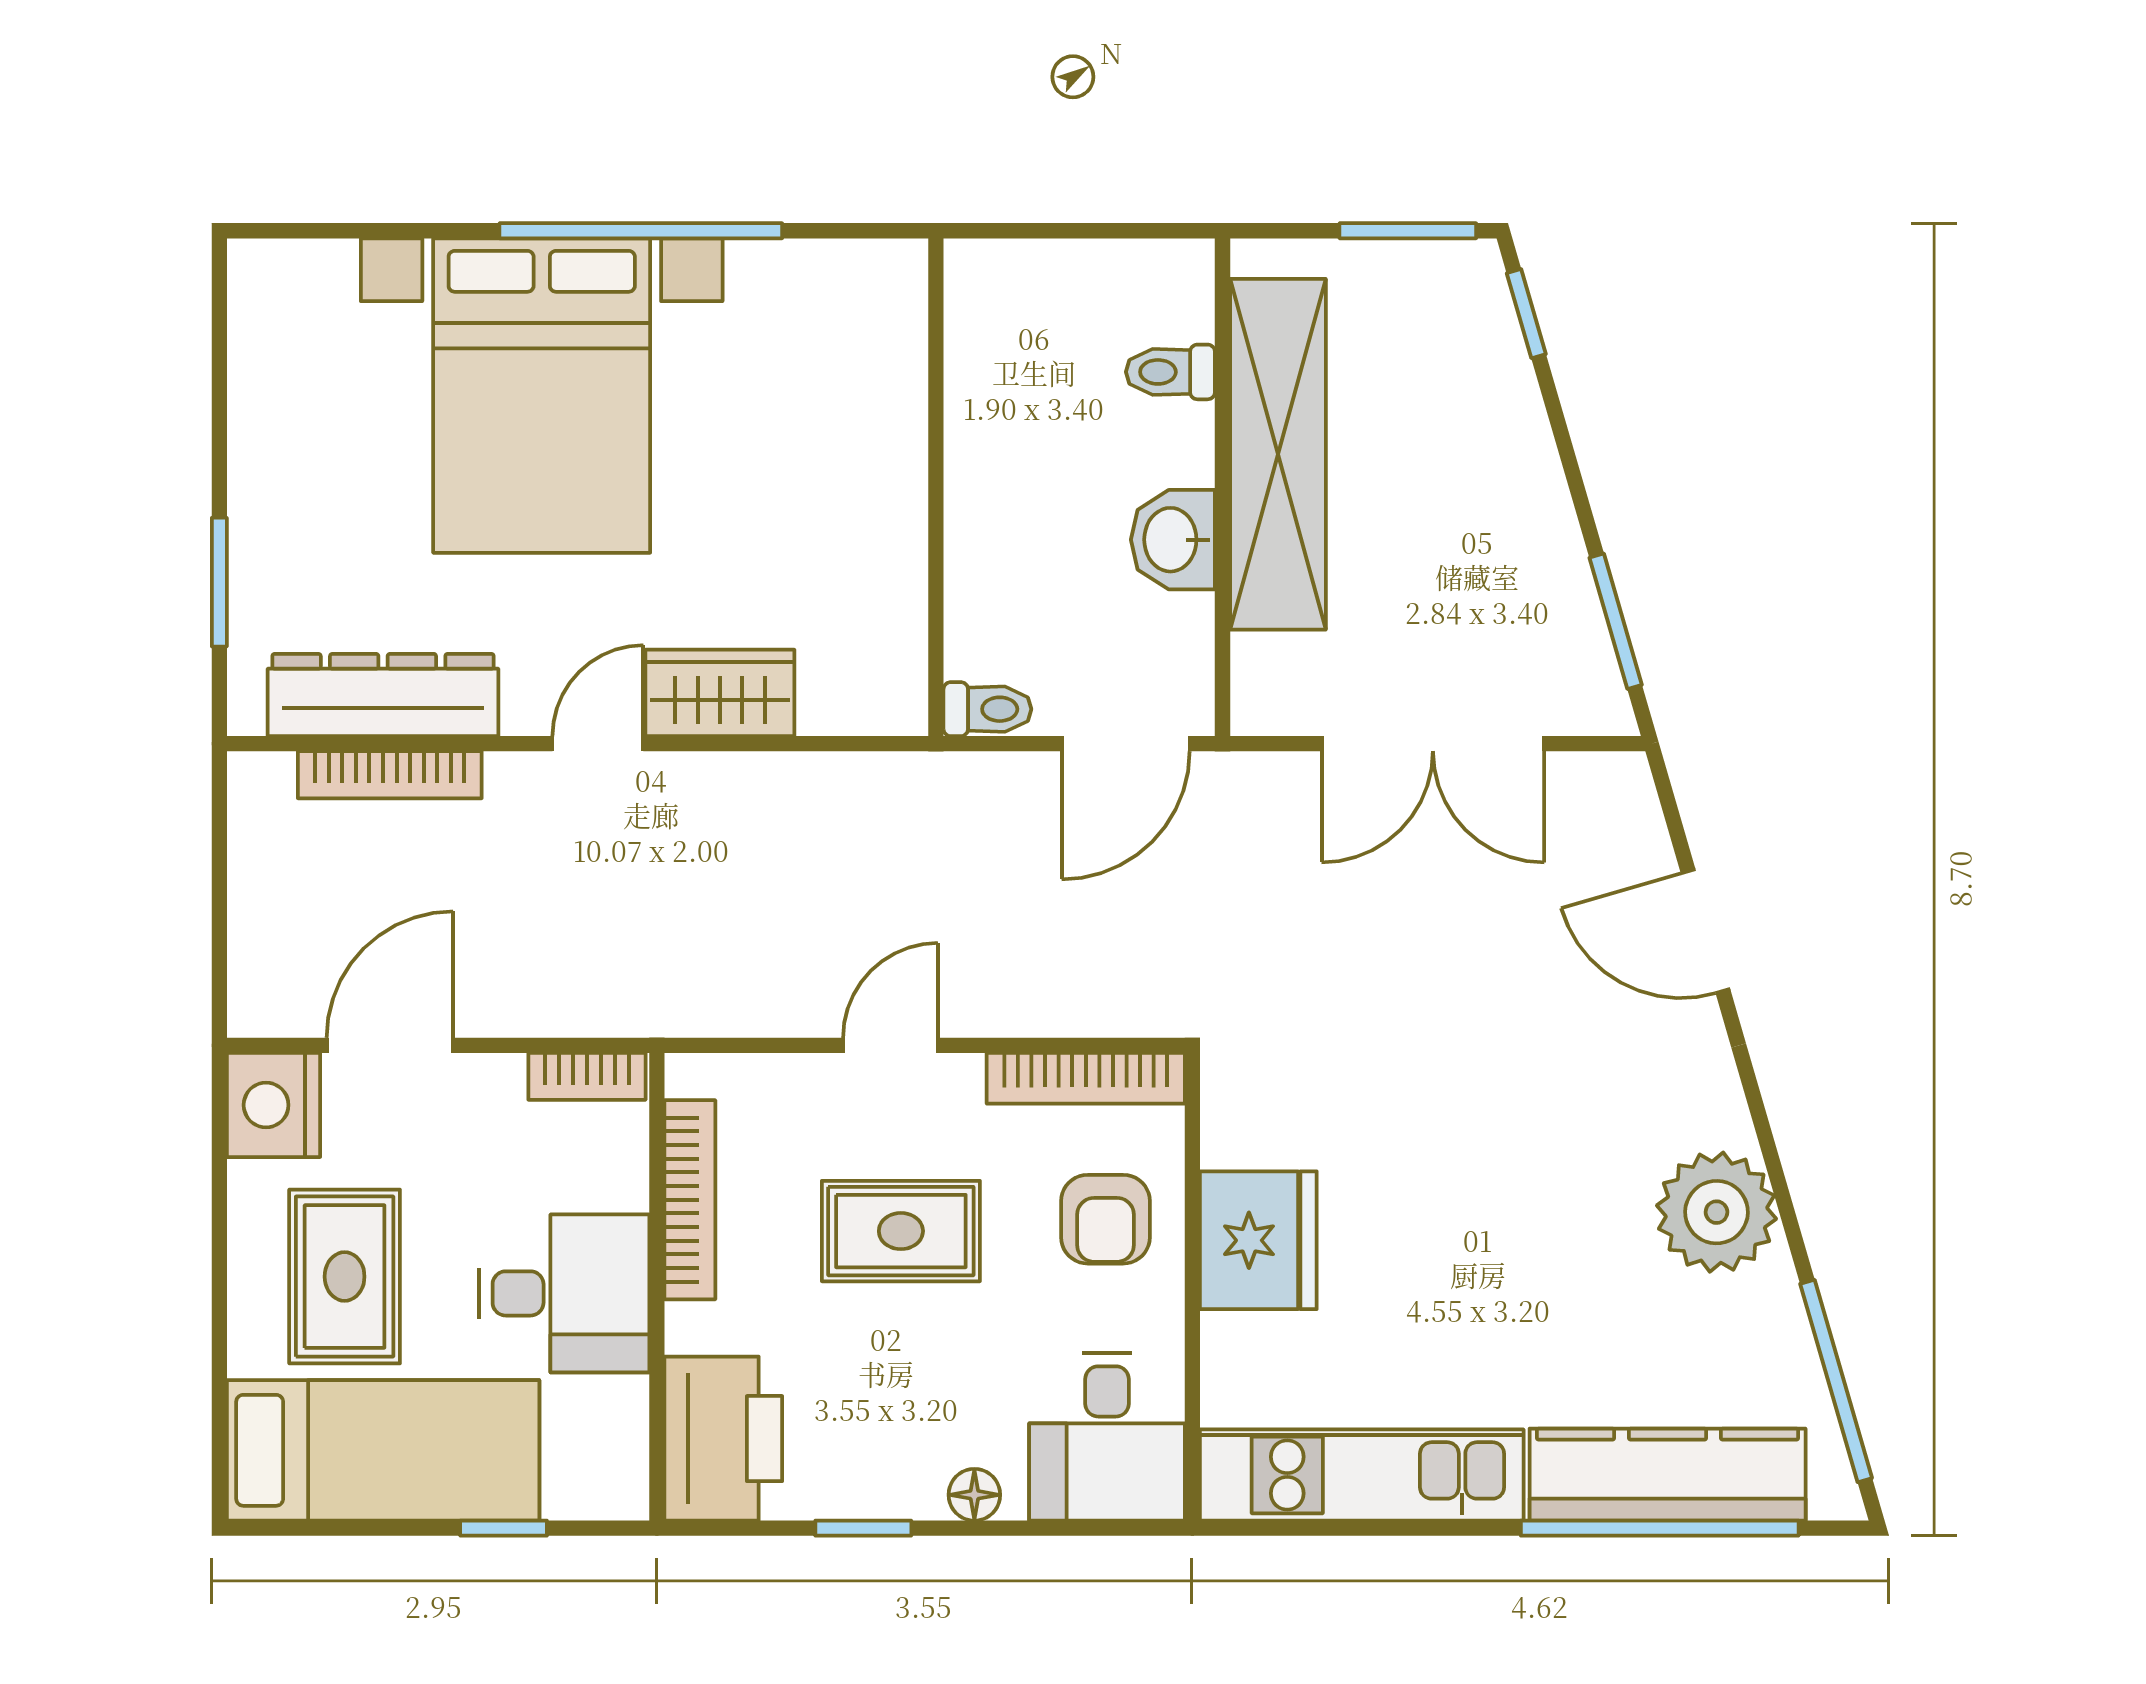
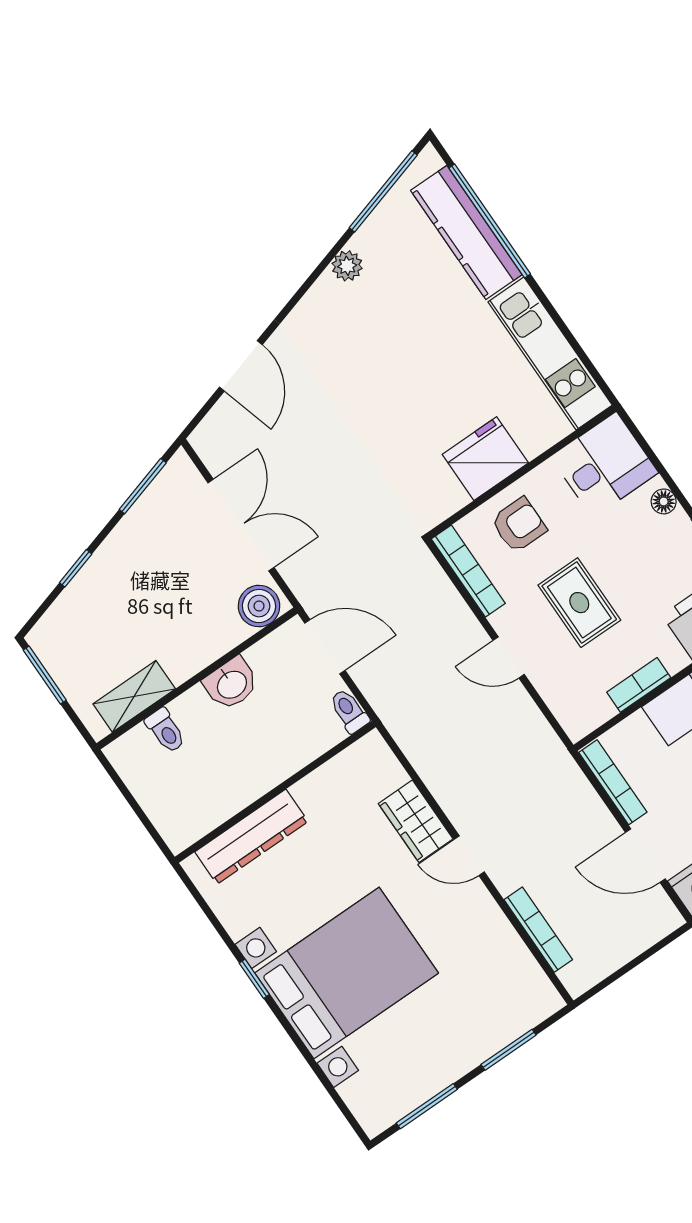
window: (641, 231) -> (254, 979), width x0.32
window: (1526, 314) -> (76, 568), moved
window: (219, 376) -> (427, 1106), added
shelving: (1278, 454) -> (134, 696), width x0.45, depth x0.75
boiler: (1273, 679) -> (259, 606), added
dresser: (383, 695) -> (251, 837), moved, turned -90
bookcase: (587, 1076) -> (613, 782), width x1.56
bookcase: (690, 1200) -> (639, 685), width x0.64
plant: (1716, 1212) -> (347, 266), width x0.53, depth x0.53

